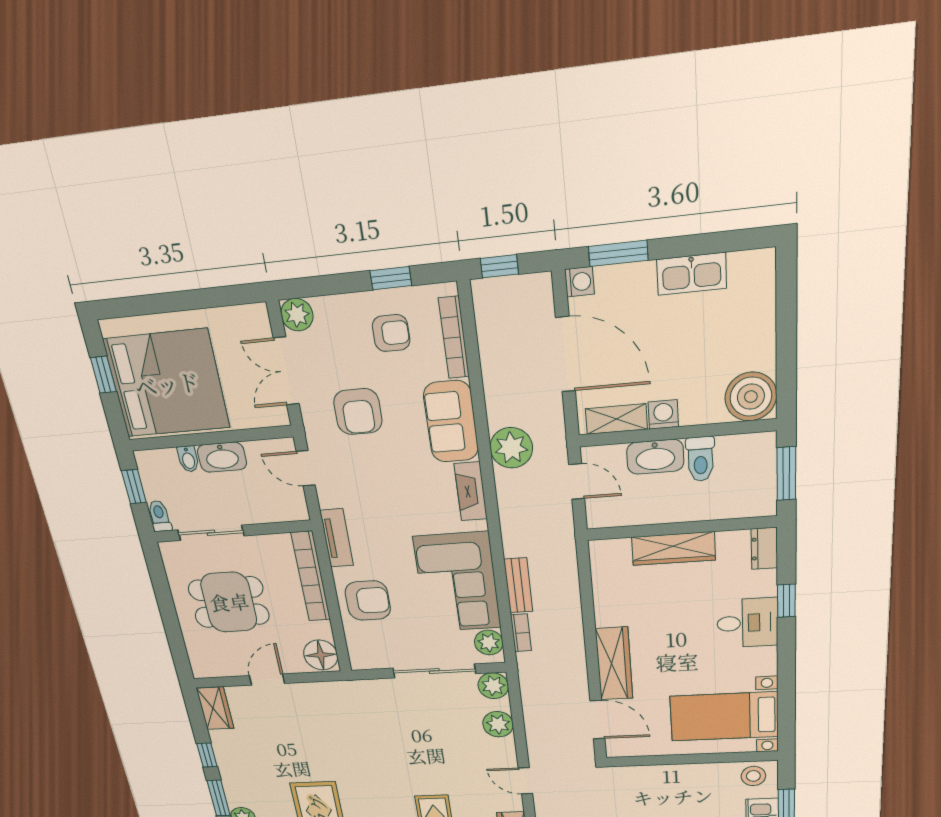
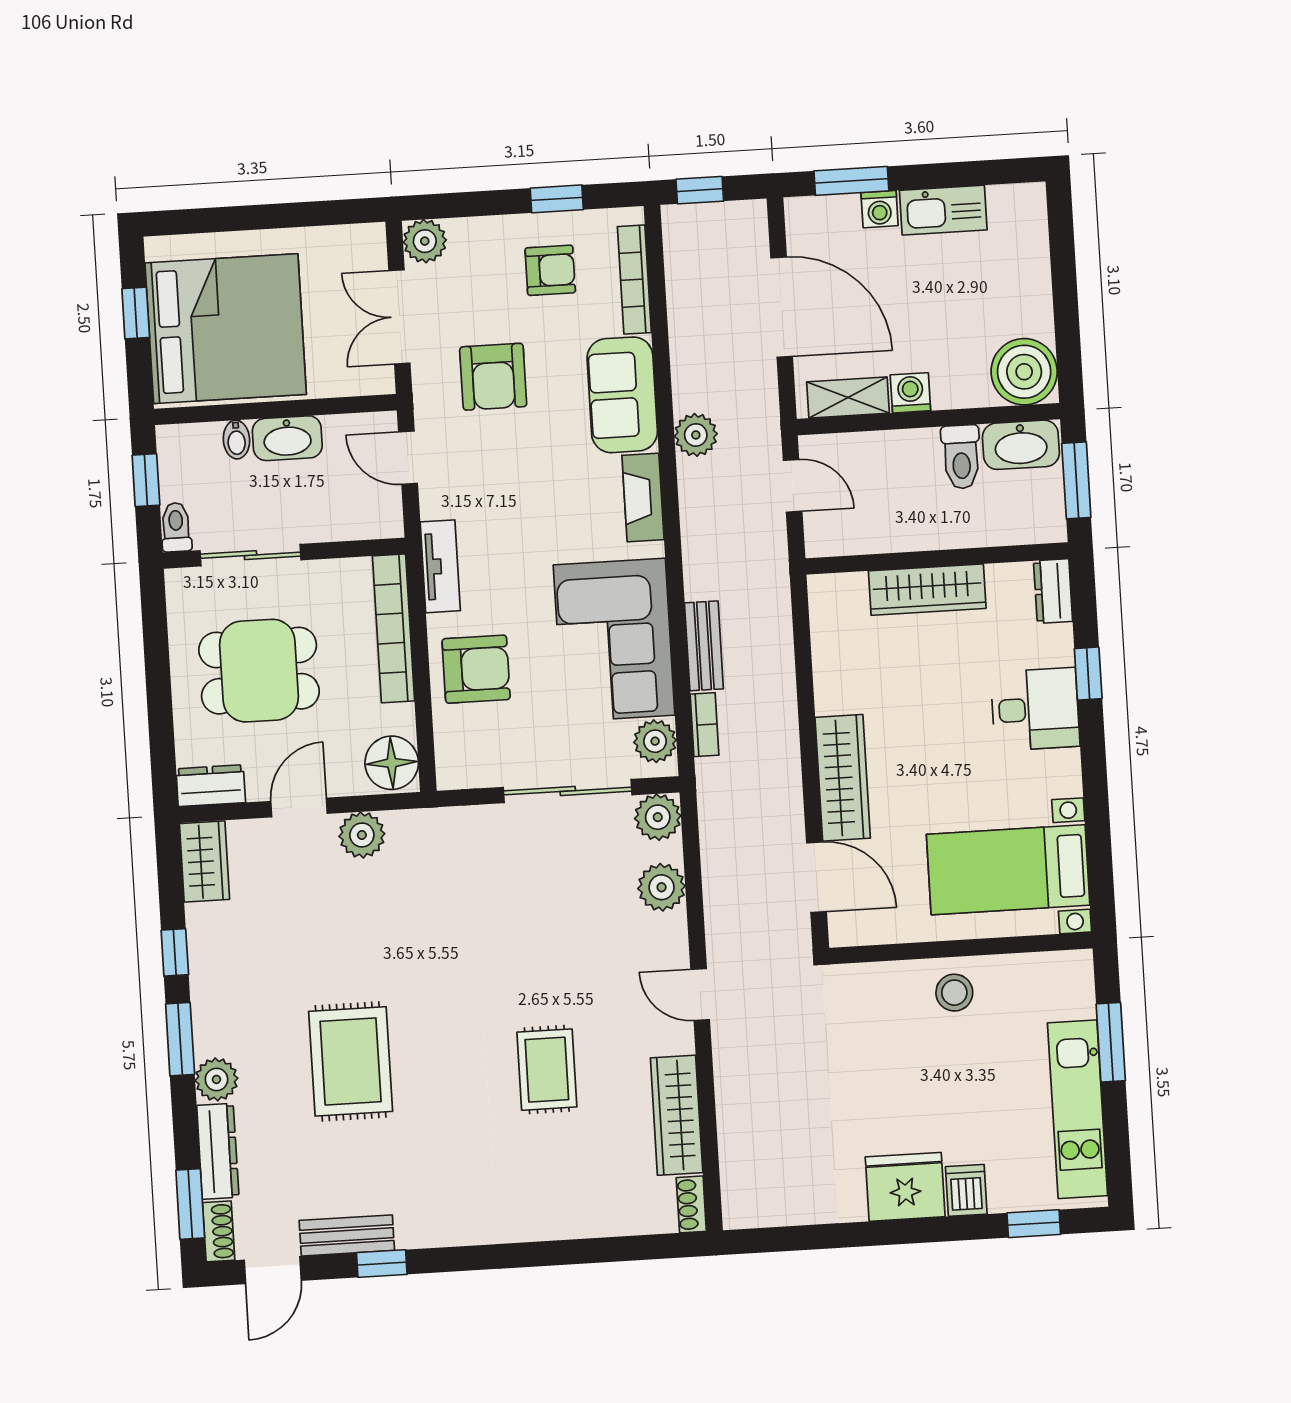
washing machine: (579, 282) -> (880, 209), moved, turned 90
plant: (511, 448) -> (696, 435), width x0.73, depth x0.73
washbasin: (655, 457) -> (1021, 445), moved
dresser: (211, 667) -> (211, 786), added
plant: (308, 695) -> (362, 835), added
stool: (753, 776) -> (954, 993), moved

